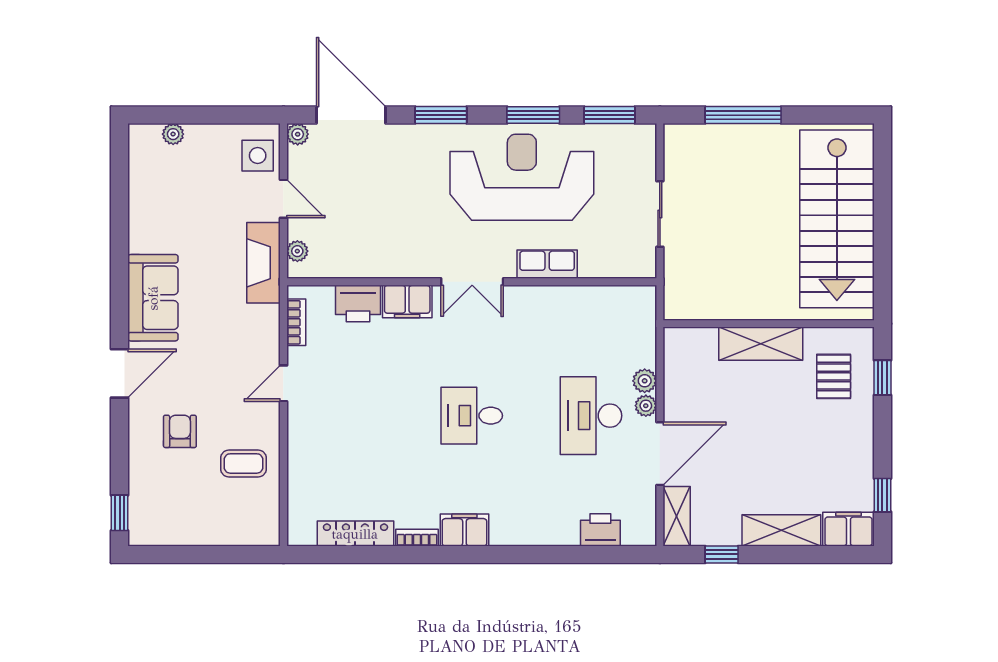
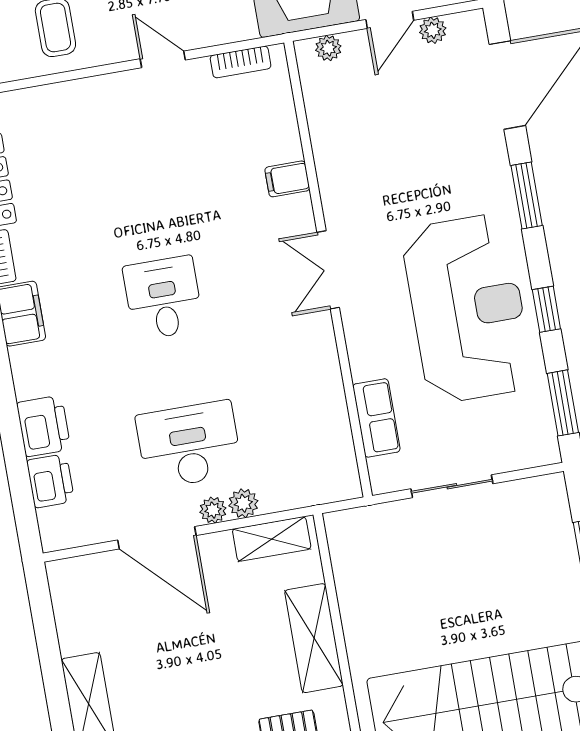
window: (533, 115) -> (546, 309), width x0.67
plant: (298, 134) -> (433, 30), moved
row of seats: (547, 264) -> (376, 418), moved
filing cabinet: (407, 302) -> (287, 179), width x0.50
printer: (358, 304) -> (44, 426), moved, turned 180
shelving: (677, 516) -> (272, 539), moved
window: (722, 554) -> (46, 635), removed

